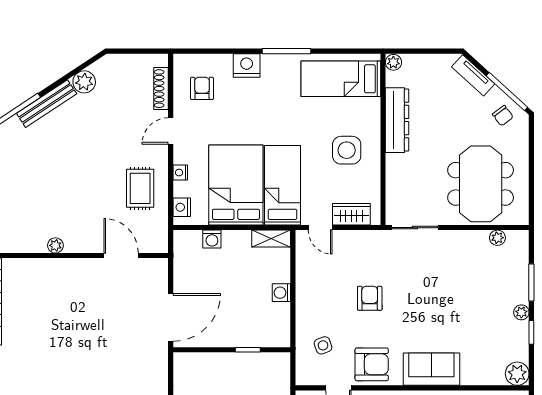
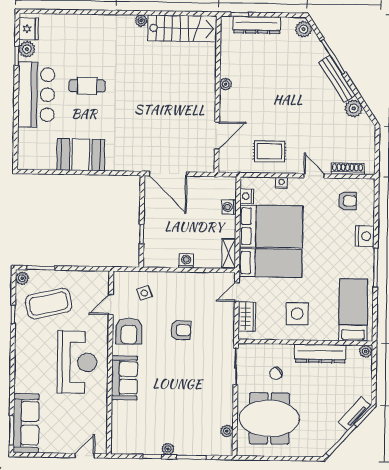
chair: (503, 116) -> (276, 373), moved
nightstand: (182, 207) -> (247, 196), moved, turned -90
plant: (517, 374) -> (120, 445), removed

